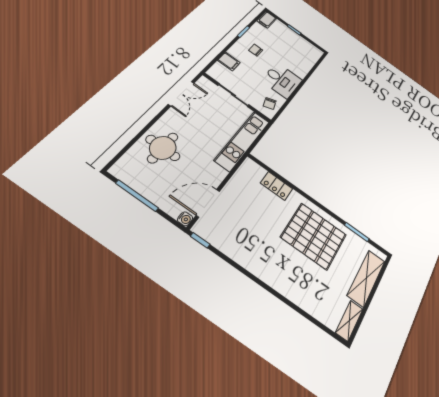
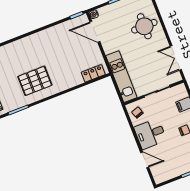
door: (310, 73) -> (145, 160), added
locker: (276, 186) -> (93, 73), moved
door: (208, 203) -> (95, 32), swing flipped
pallet: (314, 236) -> (35, 81), width x0.73, depth x0.71

